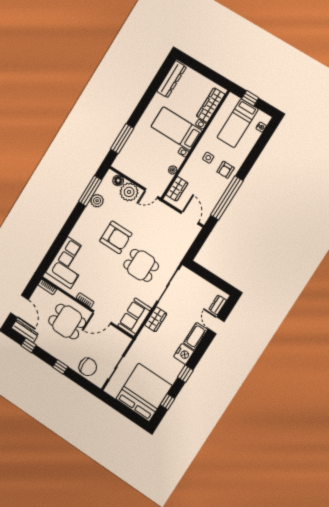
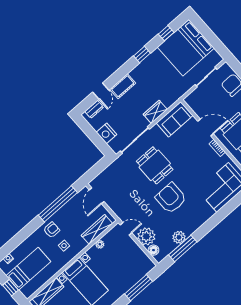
wardrobe: (177, 189) -> (97, 229), width x1.50
nightstand: (184, 354) -> (106, 133), moved, turned -90

